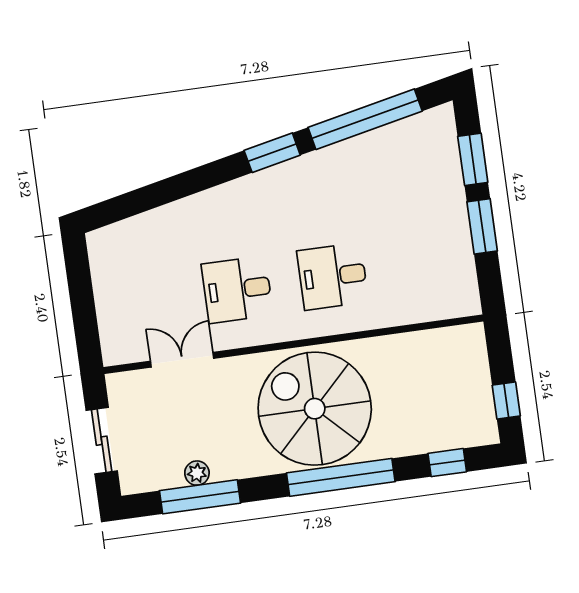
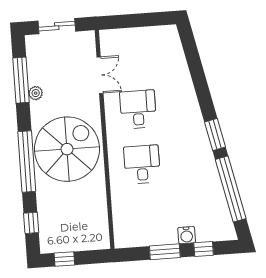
window: (473, 159) -> (204, 249), width x0.67
water cooler: (451, 190) -> (187, 235), added
plant: (197, 473) -> (36, 93), moved

